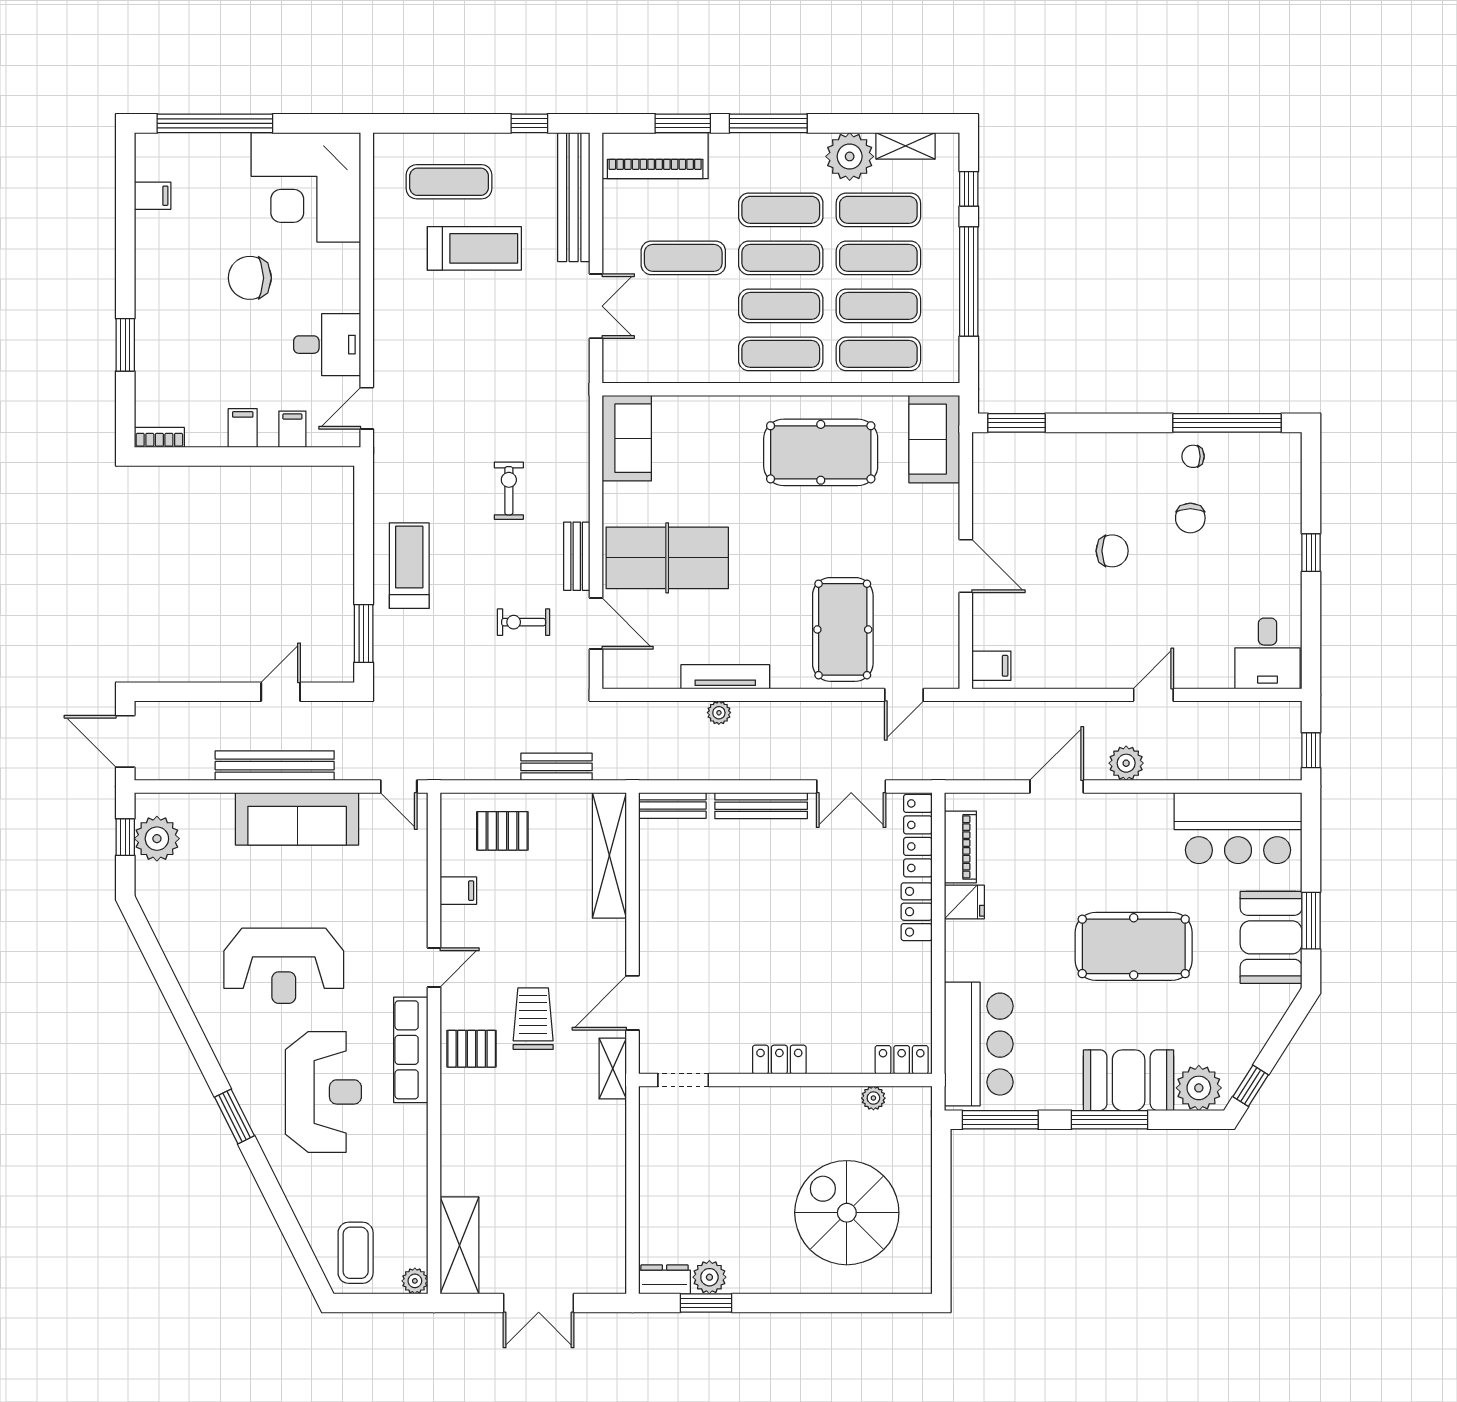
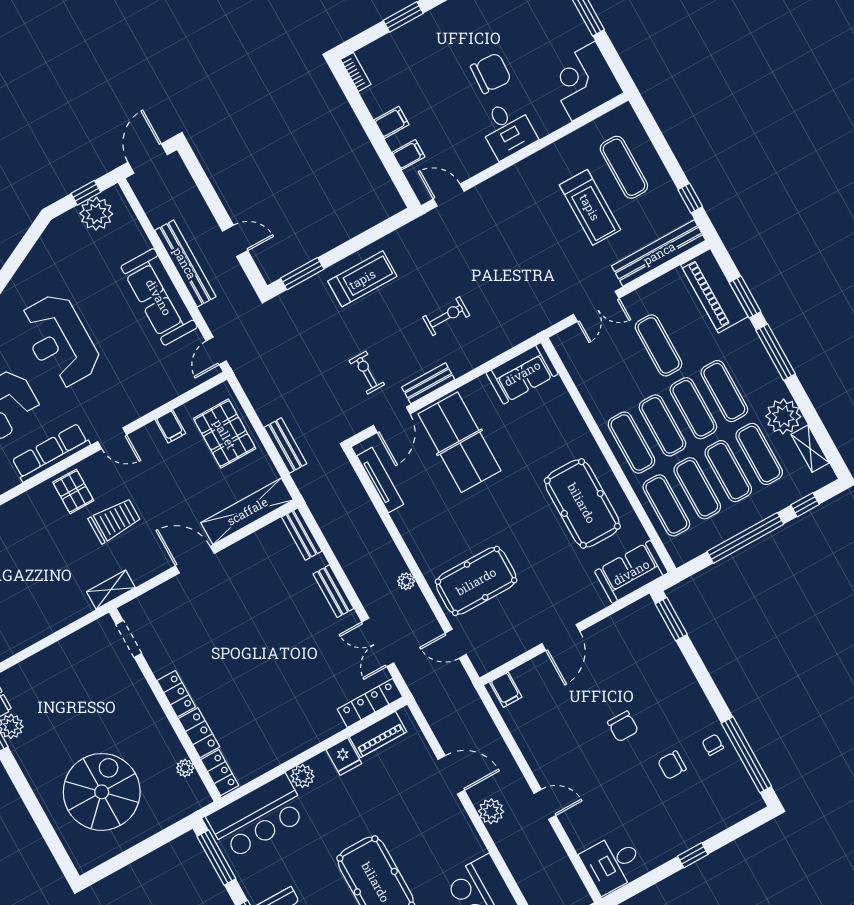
corner desk: (306, 187) -> (584, 81), width x0.74, depth x0.74
chair: (250, 278) -> (491, 73), turned 93
desk: (327, 345) -> (507, 129), moved
tv unit: (725, 677) -> (380, 480), moved
plant: (719, 713) -> (406, 581), moved
bench: (761, 806) -> (333, 591), width x0.73
pallet: (502, 831) -> (225, 434), width x1.50, depth x1.42
locker: (917, 912) -> (199, 733), moved, turned 90
plant: (960, 964) -> (302, 776), added
door: (633, 1003) -> (195, 560), moved

